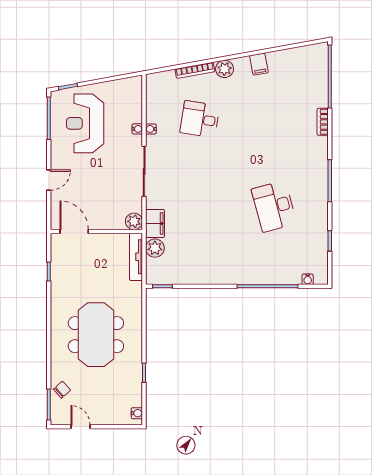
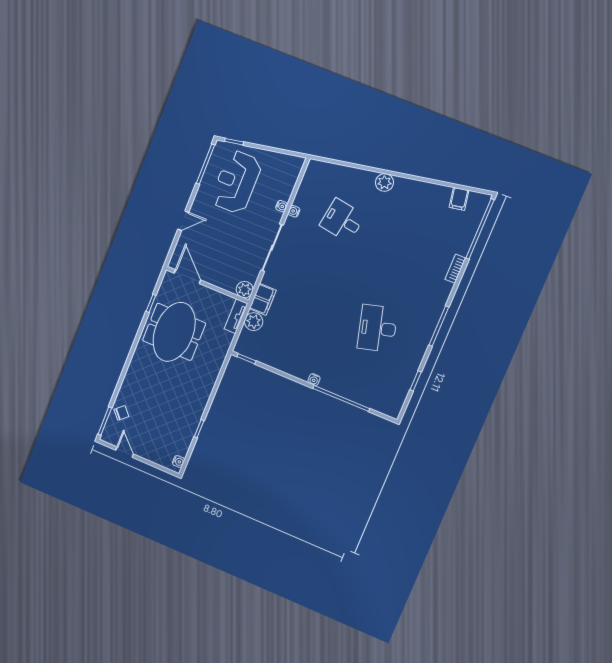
filing cabinet: (259, 64) -> (459, 199), moved
bookcase: (195, 70) -> (356, 173), removed
tv unit: (136, 257) -> (236, 316), width x0.71
water cooler: (308, 279) -> (314, 380), moved
meeting table: (96, 335) -> (174, 332), moved

